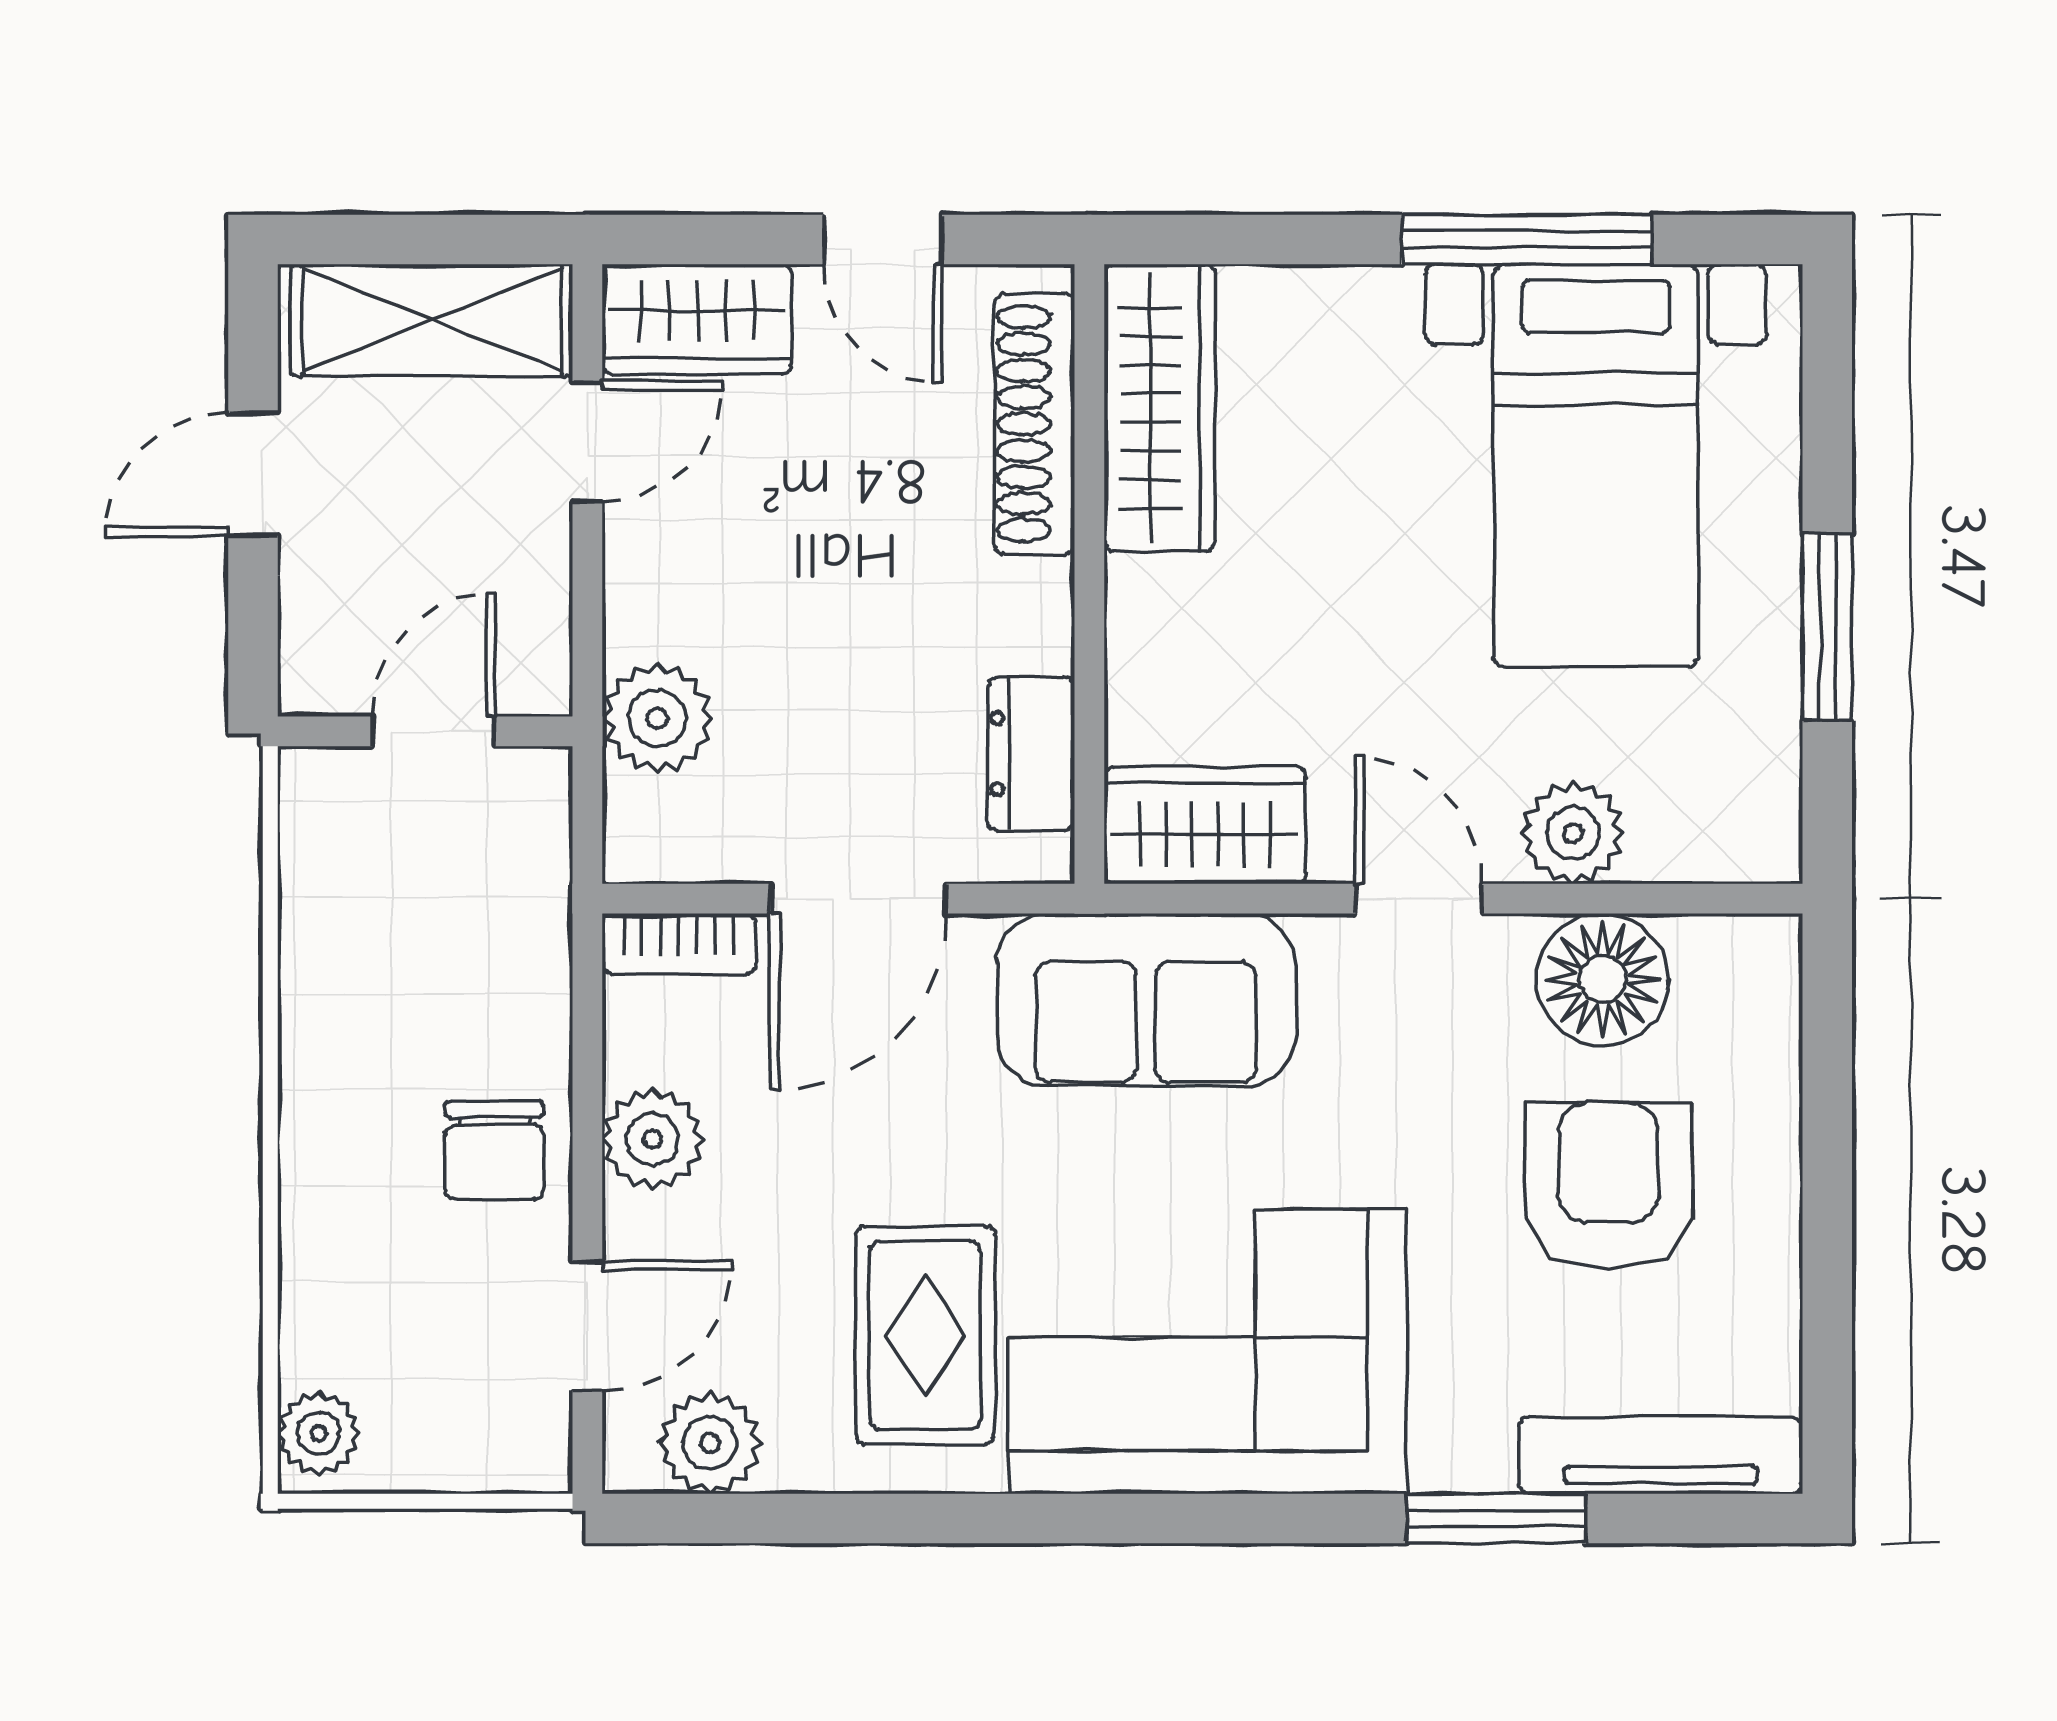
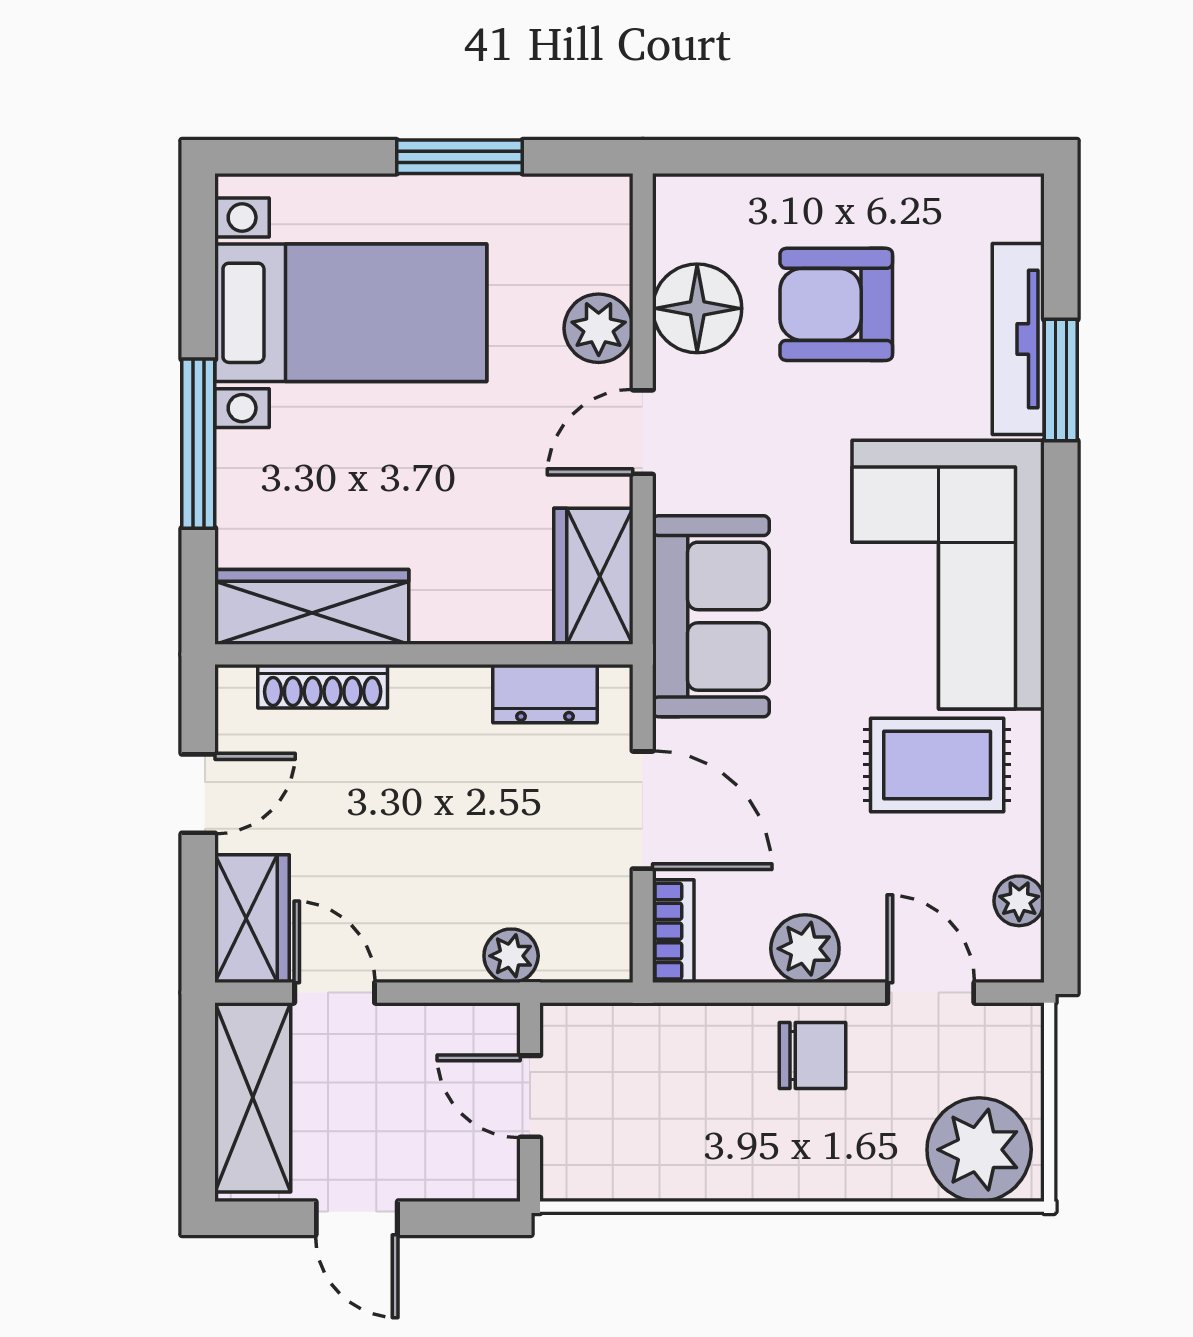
window: (1527, 239) -> (198, 444), moved
shoe rack: (1034, 424) -> (323, 686), width x0.74, depth x0.81
plant: (657, 718) -> (511, 956), width x0.73, depth x0.73
plant: (319, 1433) -> (979, 1150), width x1.88, depth x1.88
plant: (710, 1443) -> (1019, 901), width x0.73, depth x0.73
tv unit: (1661, 1455) -> (1018, 339), moved

